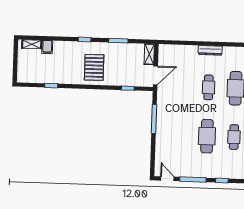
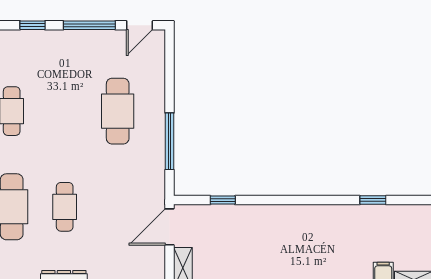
pallet: (94, 67) -> (290, 239), removed
cafe table: (207, 136) -> (118, 111), moved
door: (167, 179) -> (140, 25), hinge flipped

